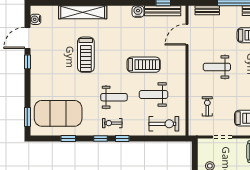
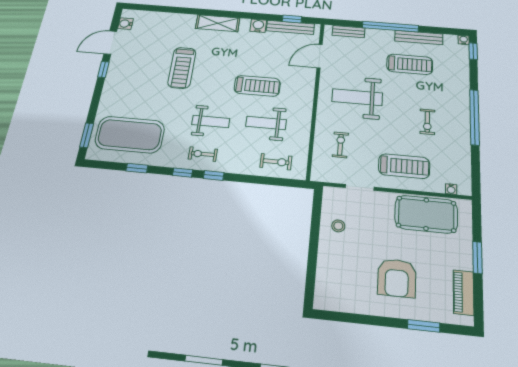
shelving: (83, 12) -> (218, 23), moved, width x0.68
weight bench: (217, 67) -> (357, 97), width x1.36, depth x1.33
exercise bike: (164, 124) -> (276, 162), width x0.73, depth x0.72

